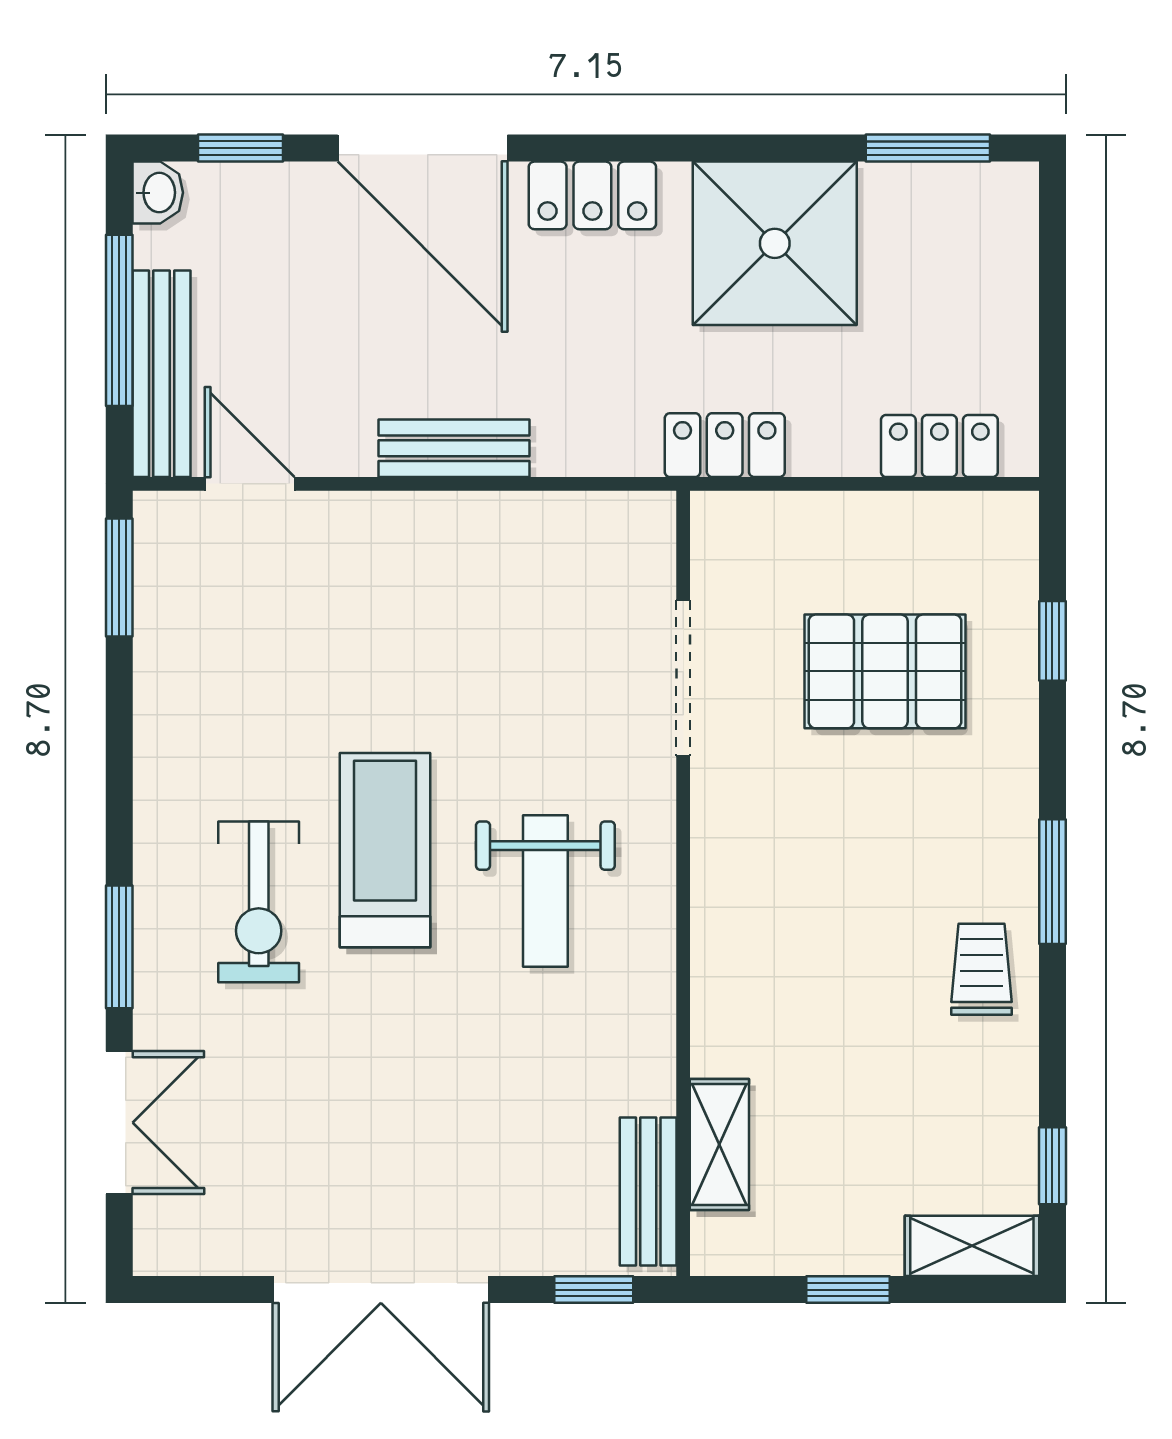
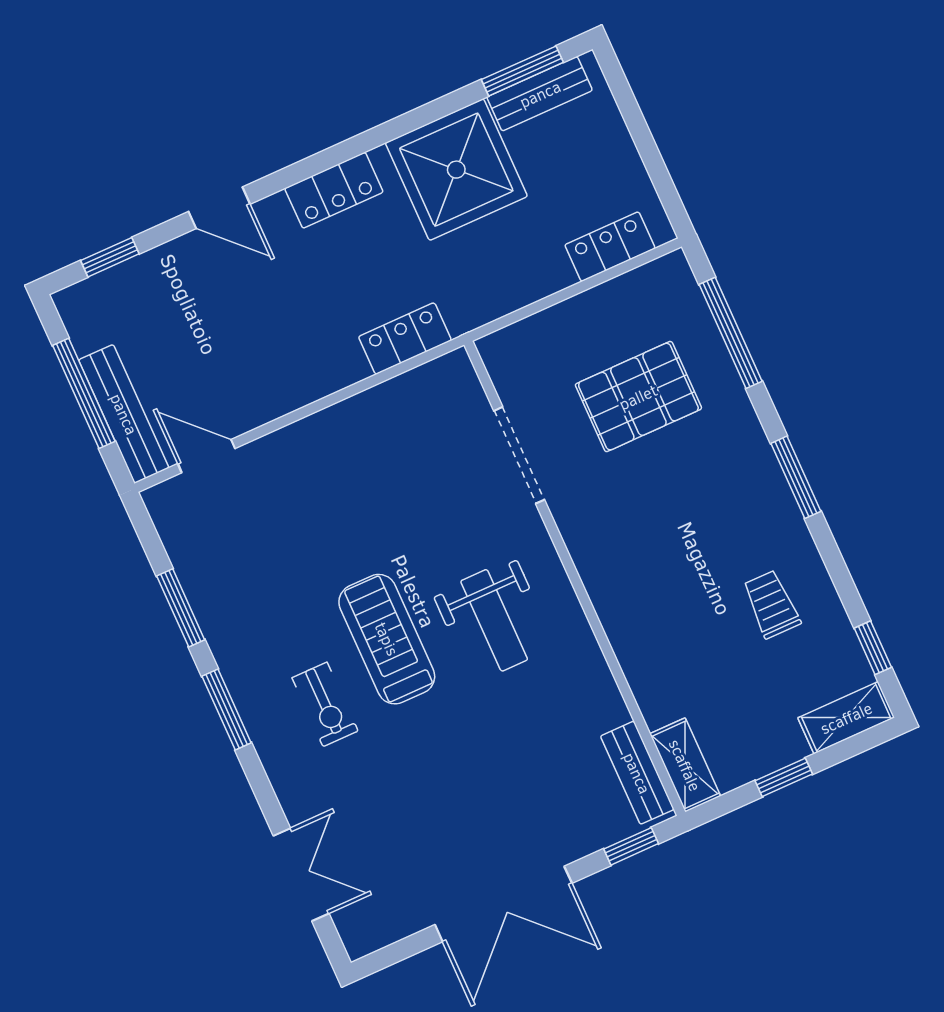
door: (423, 148) -> (219, 208), width x0.53
washbasin: (158, 193) -> (72, 306), removed
locker: (725, 445) -> (405, 338), moved
bench: (454, 448) -> (540, 94), moved
window: (119, 578) -> (181, 608), moved
window: (1052, 641) -> (731, 333), width x2.17
exercise bike: (259, 902) -> (325, 704), width x0.73, depth x0.72
window: (119, 947) -> (227, 710), moved
trolley: (981, 969) -> (771, 604), moved
shelving: (719, 1145) -> (685, 765), moved

